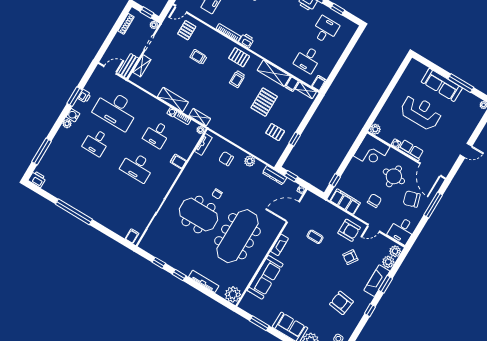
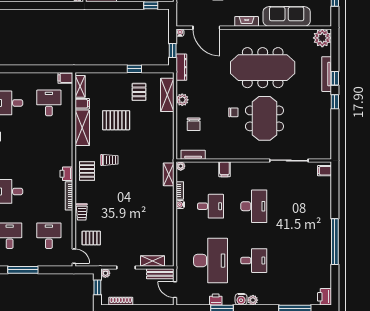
trolley: (198, 57) -> (82, 212), moved
desk: (308, 59) -> (49, 103), turned -90
shelving: (173, 100) -> (167, 95), moved
window: (159, 263) -> (335, 78), moved

